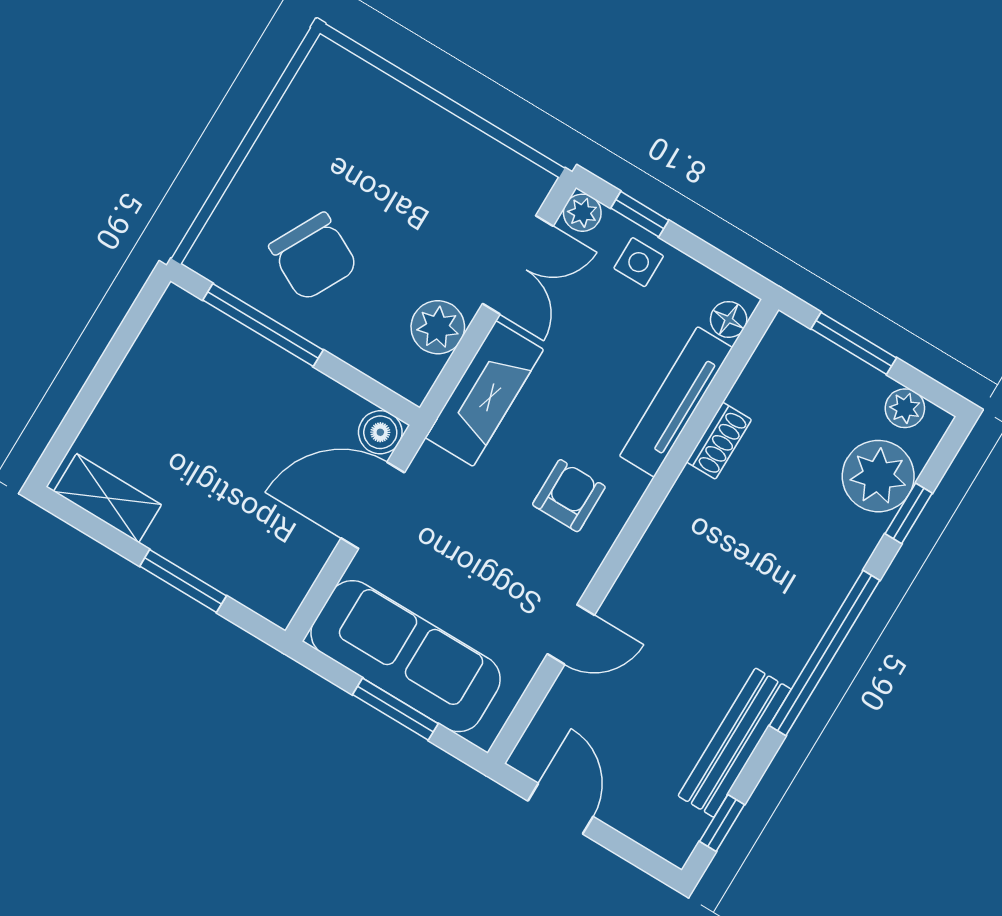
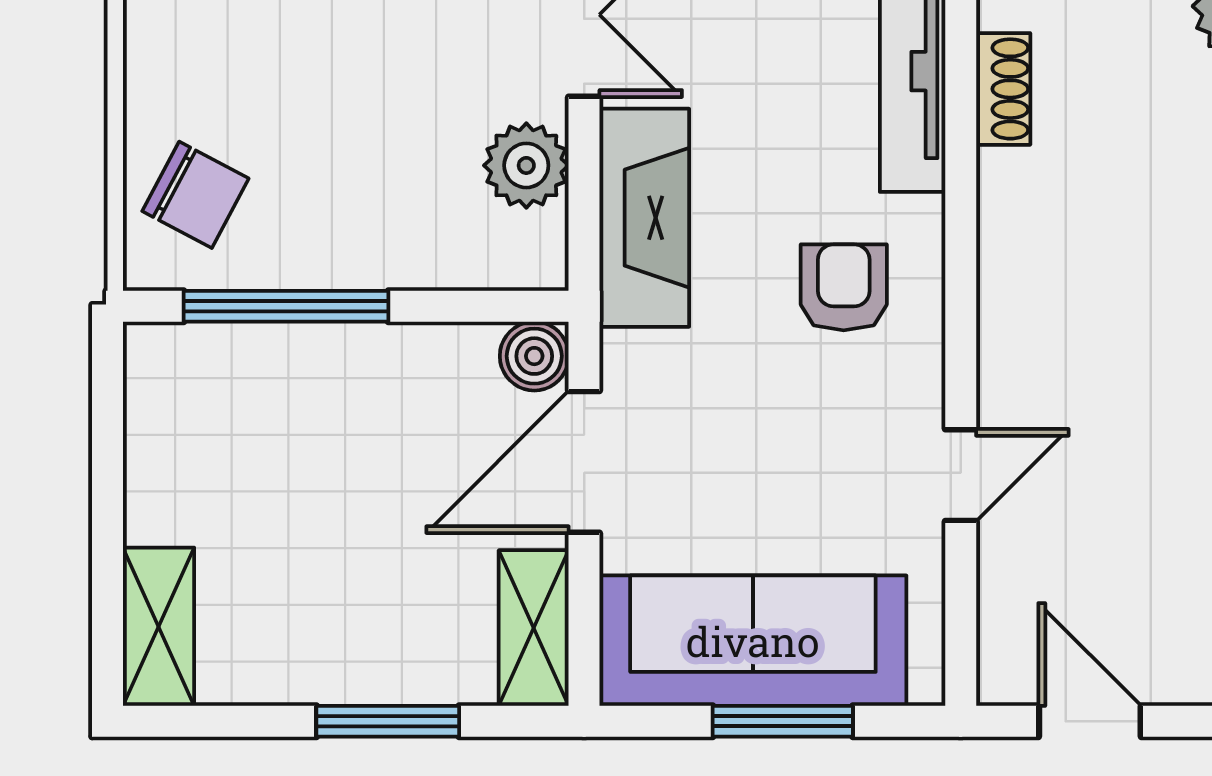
chair: (314, 257) -> (195, 195), moved, width x0.73, depth x0.73
shelving: (107, 498) -> (159, 627), moved, turned 90
shelving: (292, 578) -> (534, 628), added

